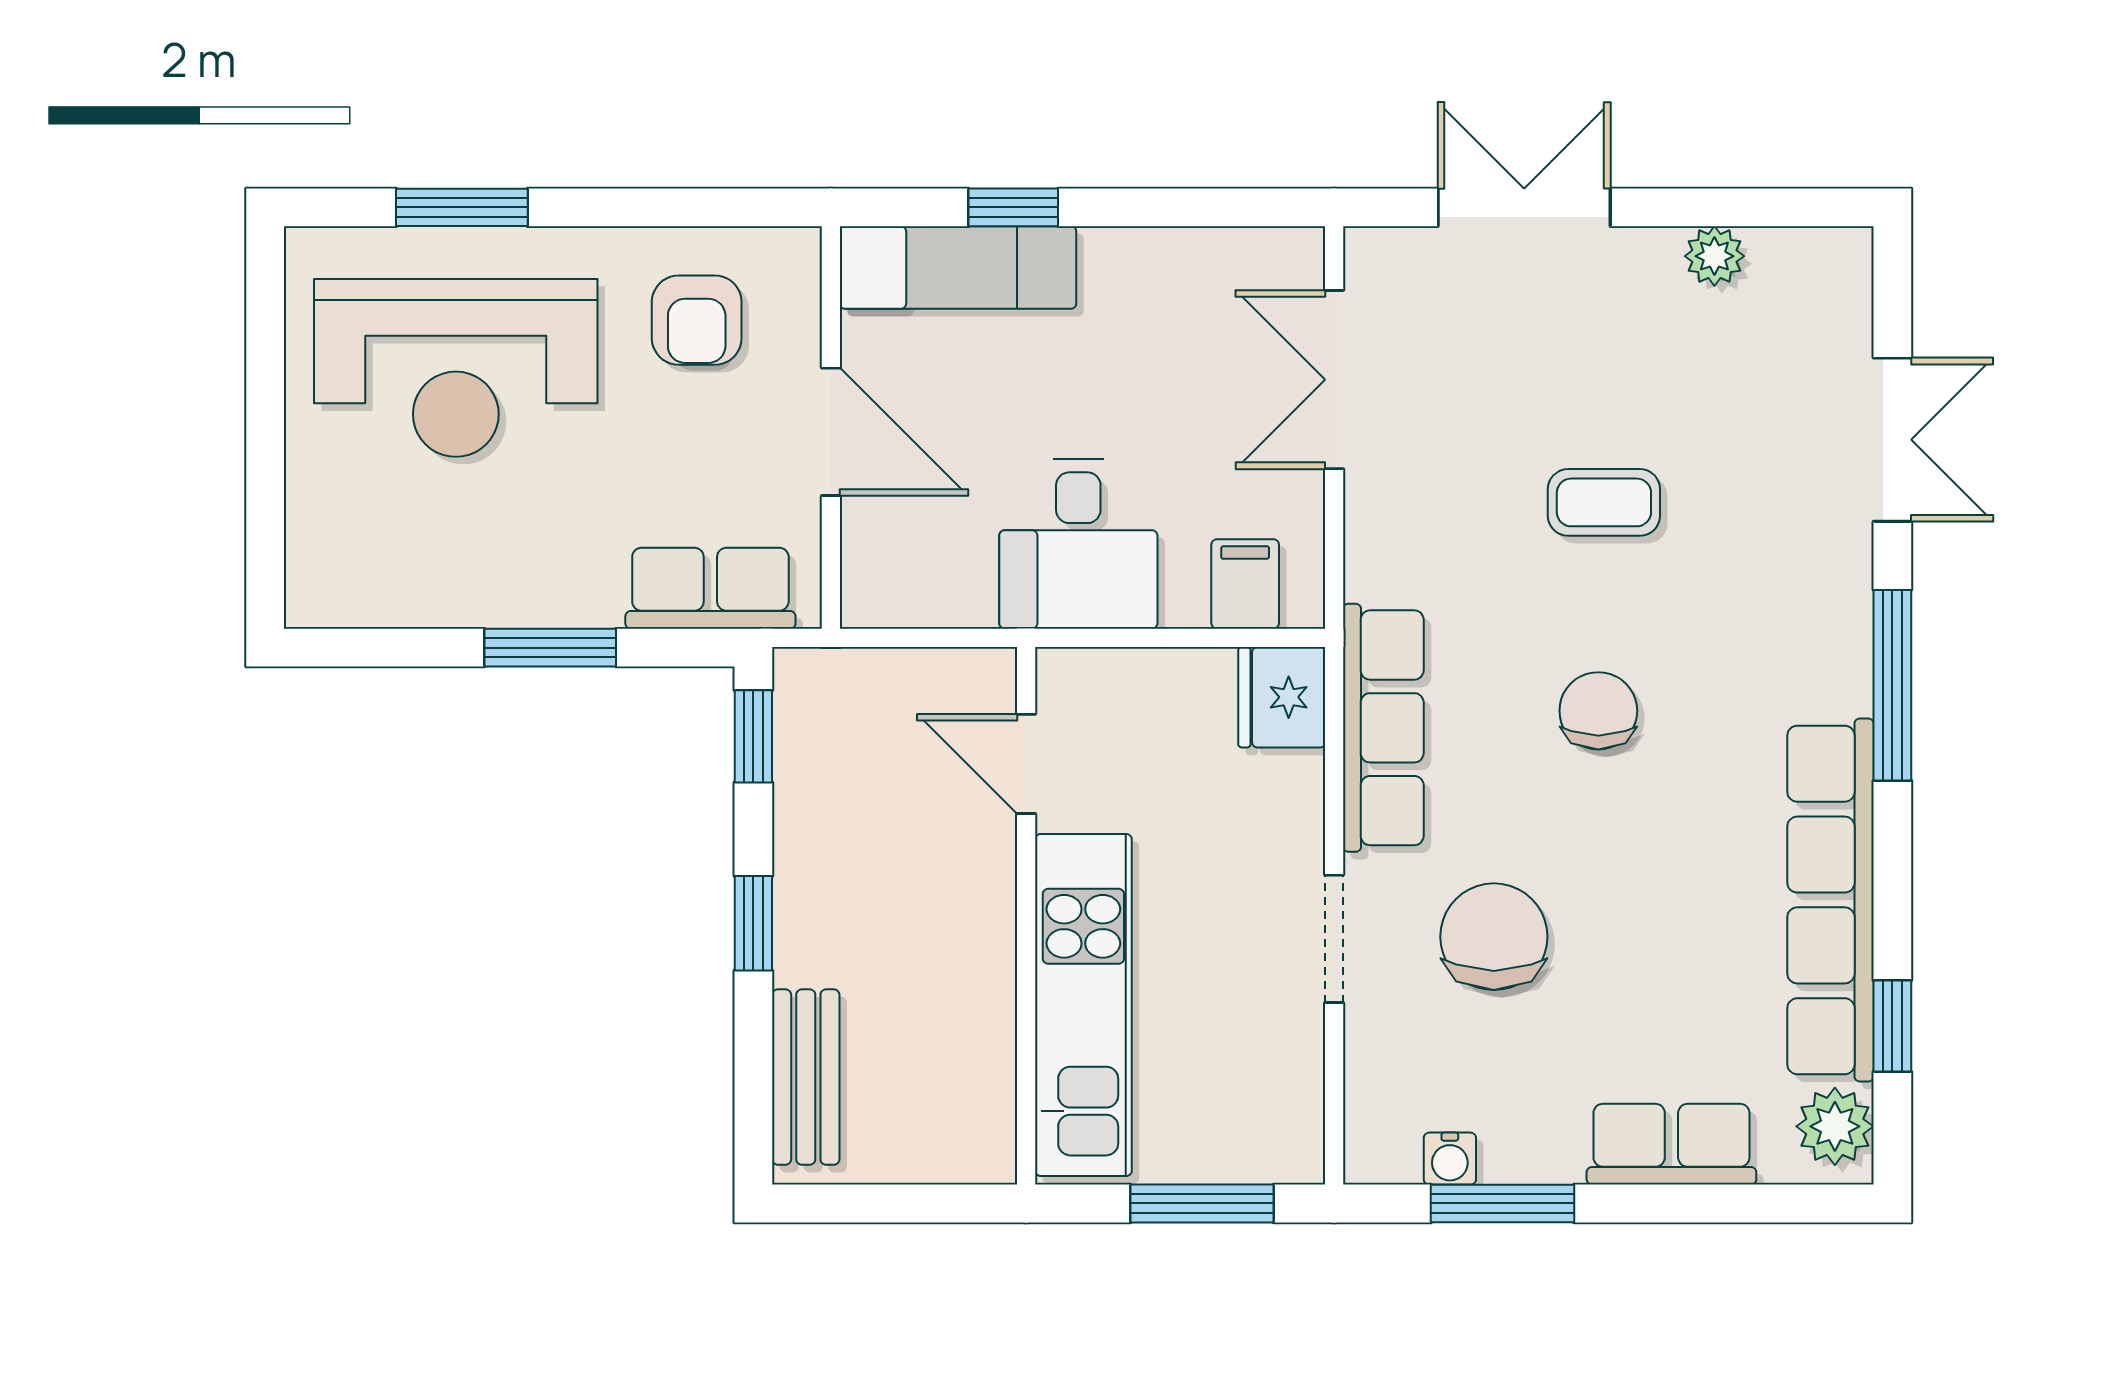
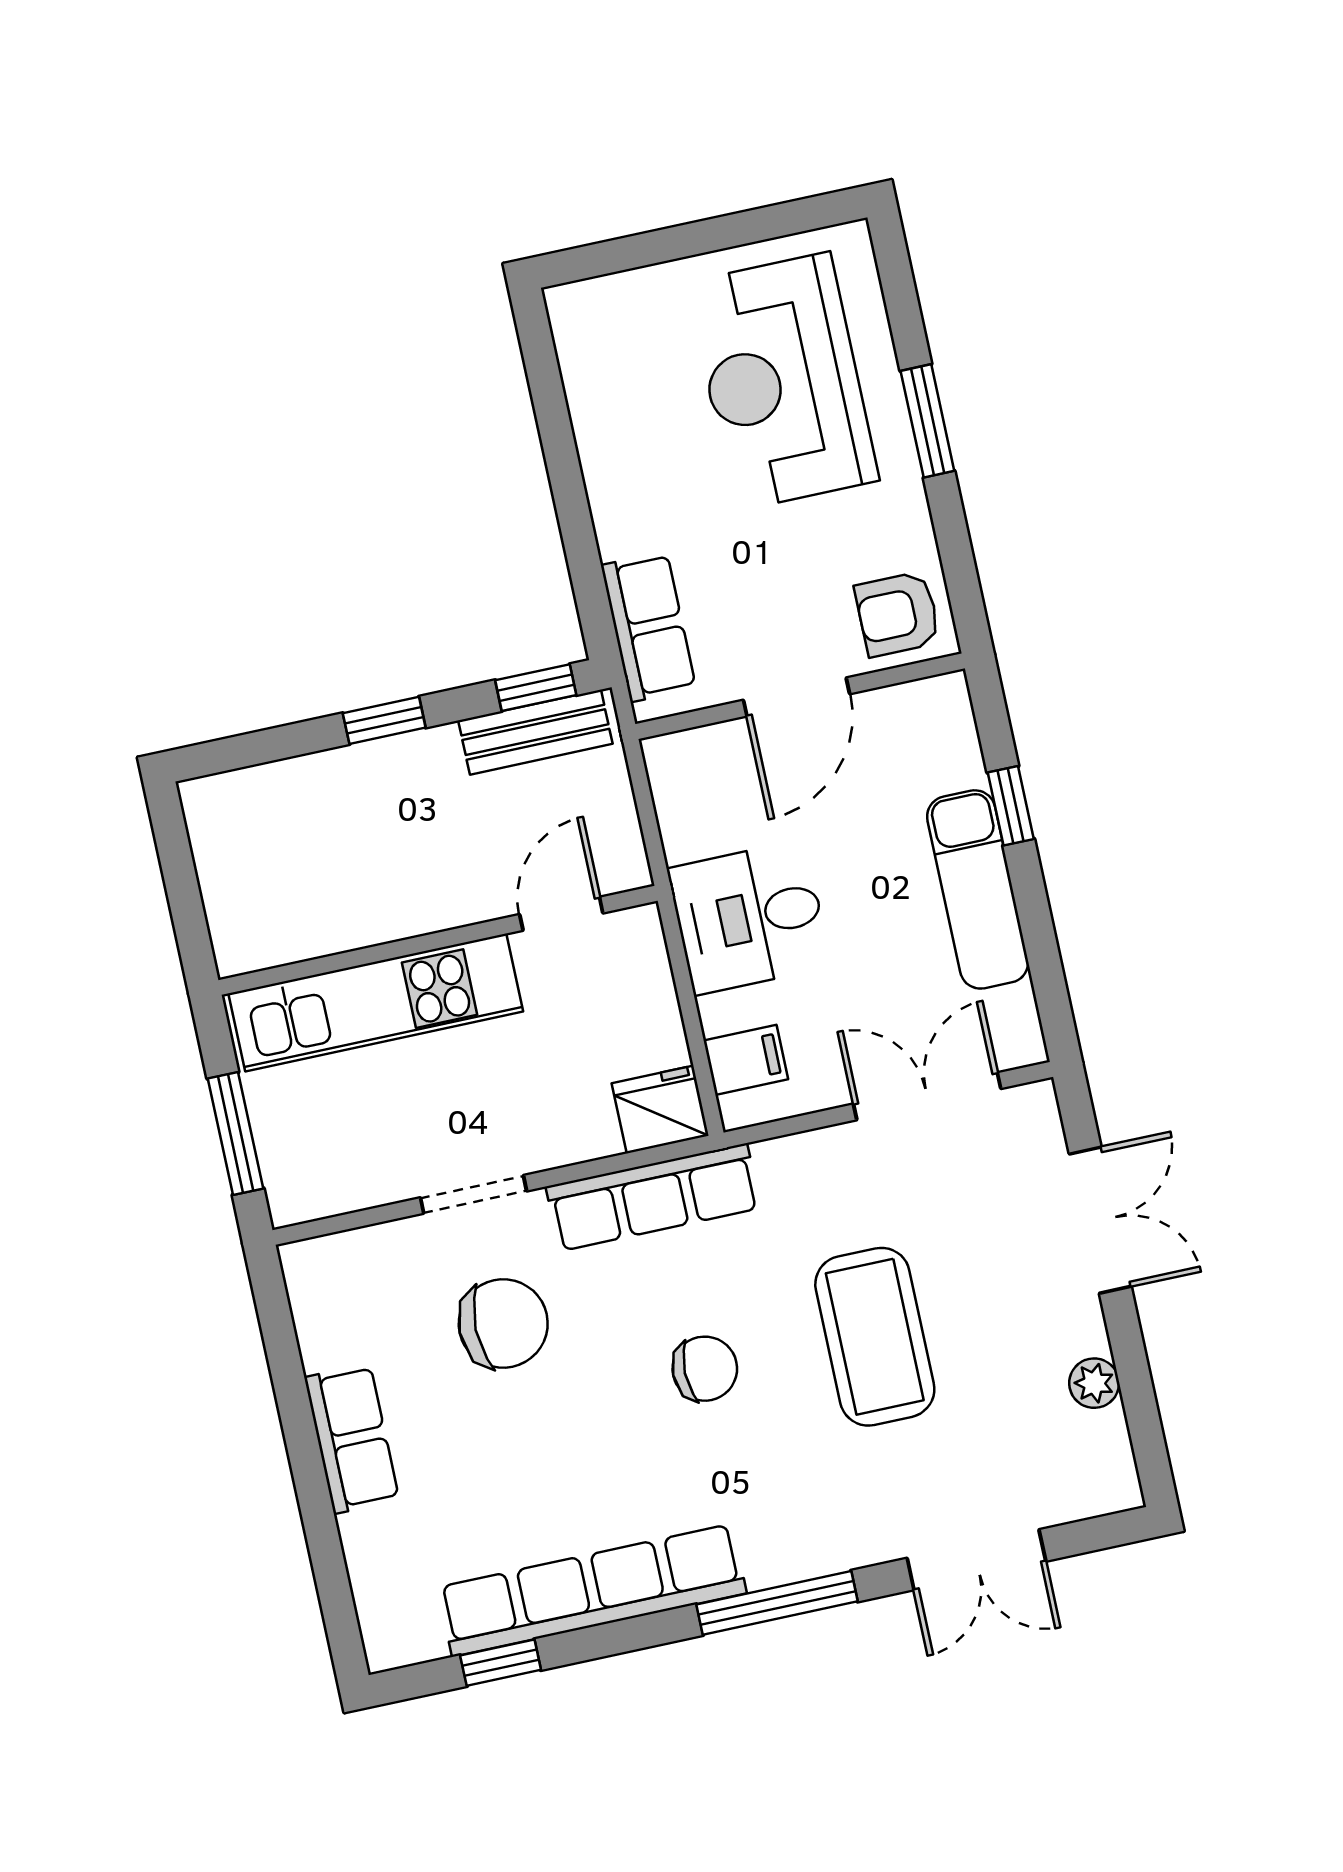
window: (462, 207) -> (927, 421), moved
exam couch: (958, 268) -> (978, 889), moved
armchair: (697, 320) -> (898, 614), moved
coffee table: (1604, 502) -> (875, 1337), width x1.86, depth x1.72
window: (550, 648) -> (572, 507), removed
bench: (806, 1077) -> (535, 732), moved
plant: (1835, 1126) -> (409, 1634), removed
row of seats: (1671, 1144) -> (352, 1439), moved
water cooler: (1450, 1159) -> (315, 1327), removed
window: (1502, 1203) -> (288, 1377), removed

